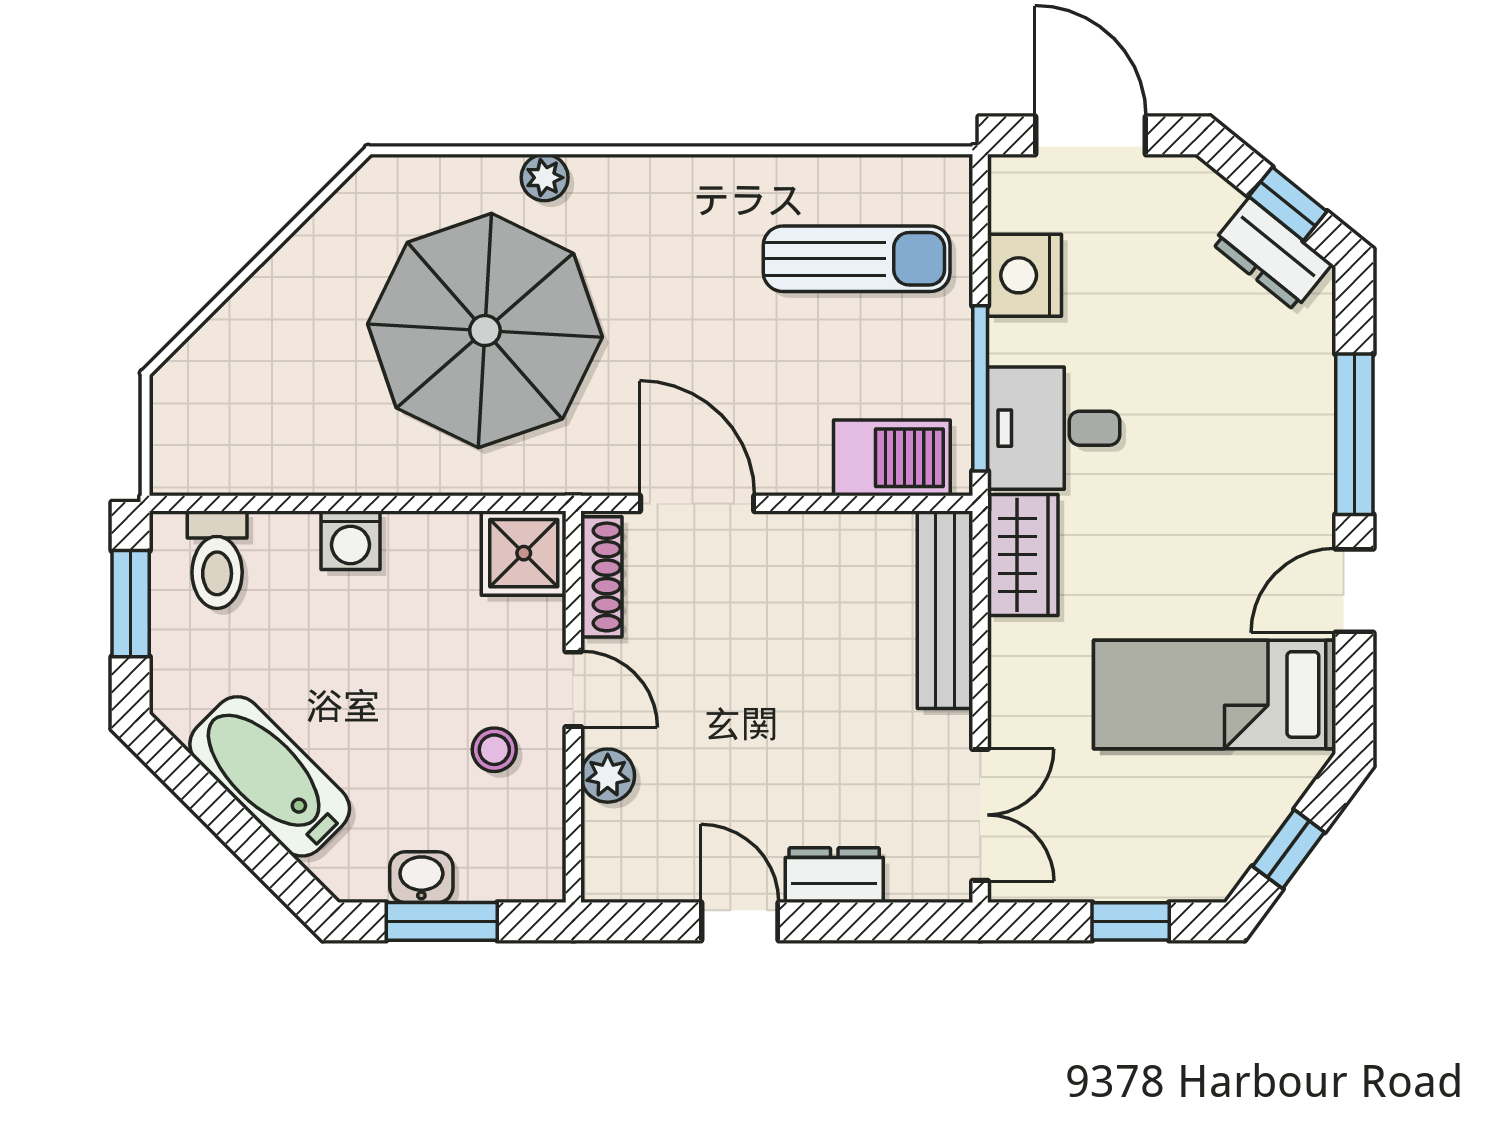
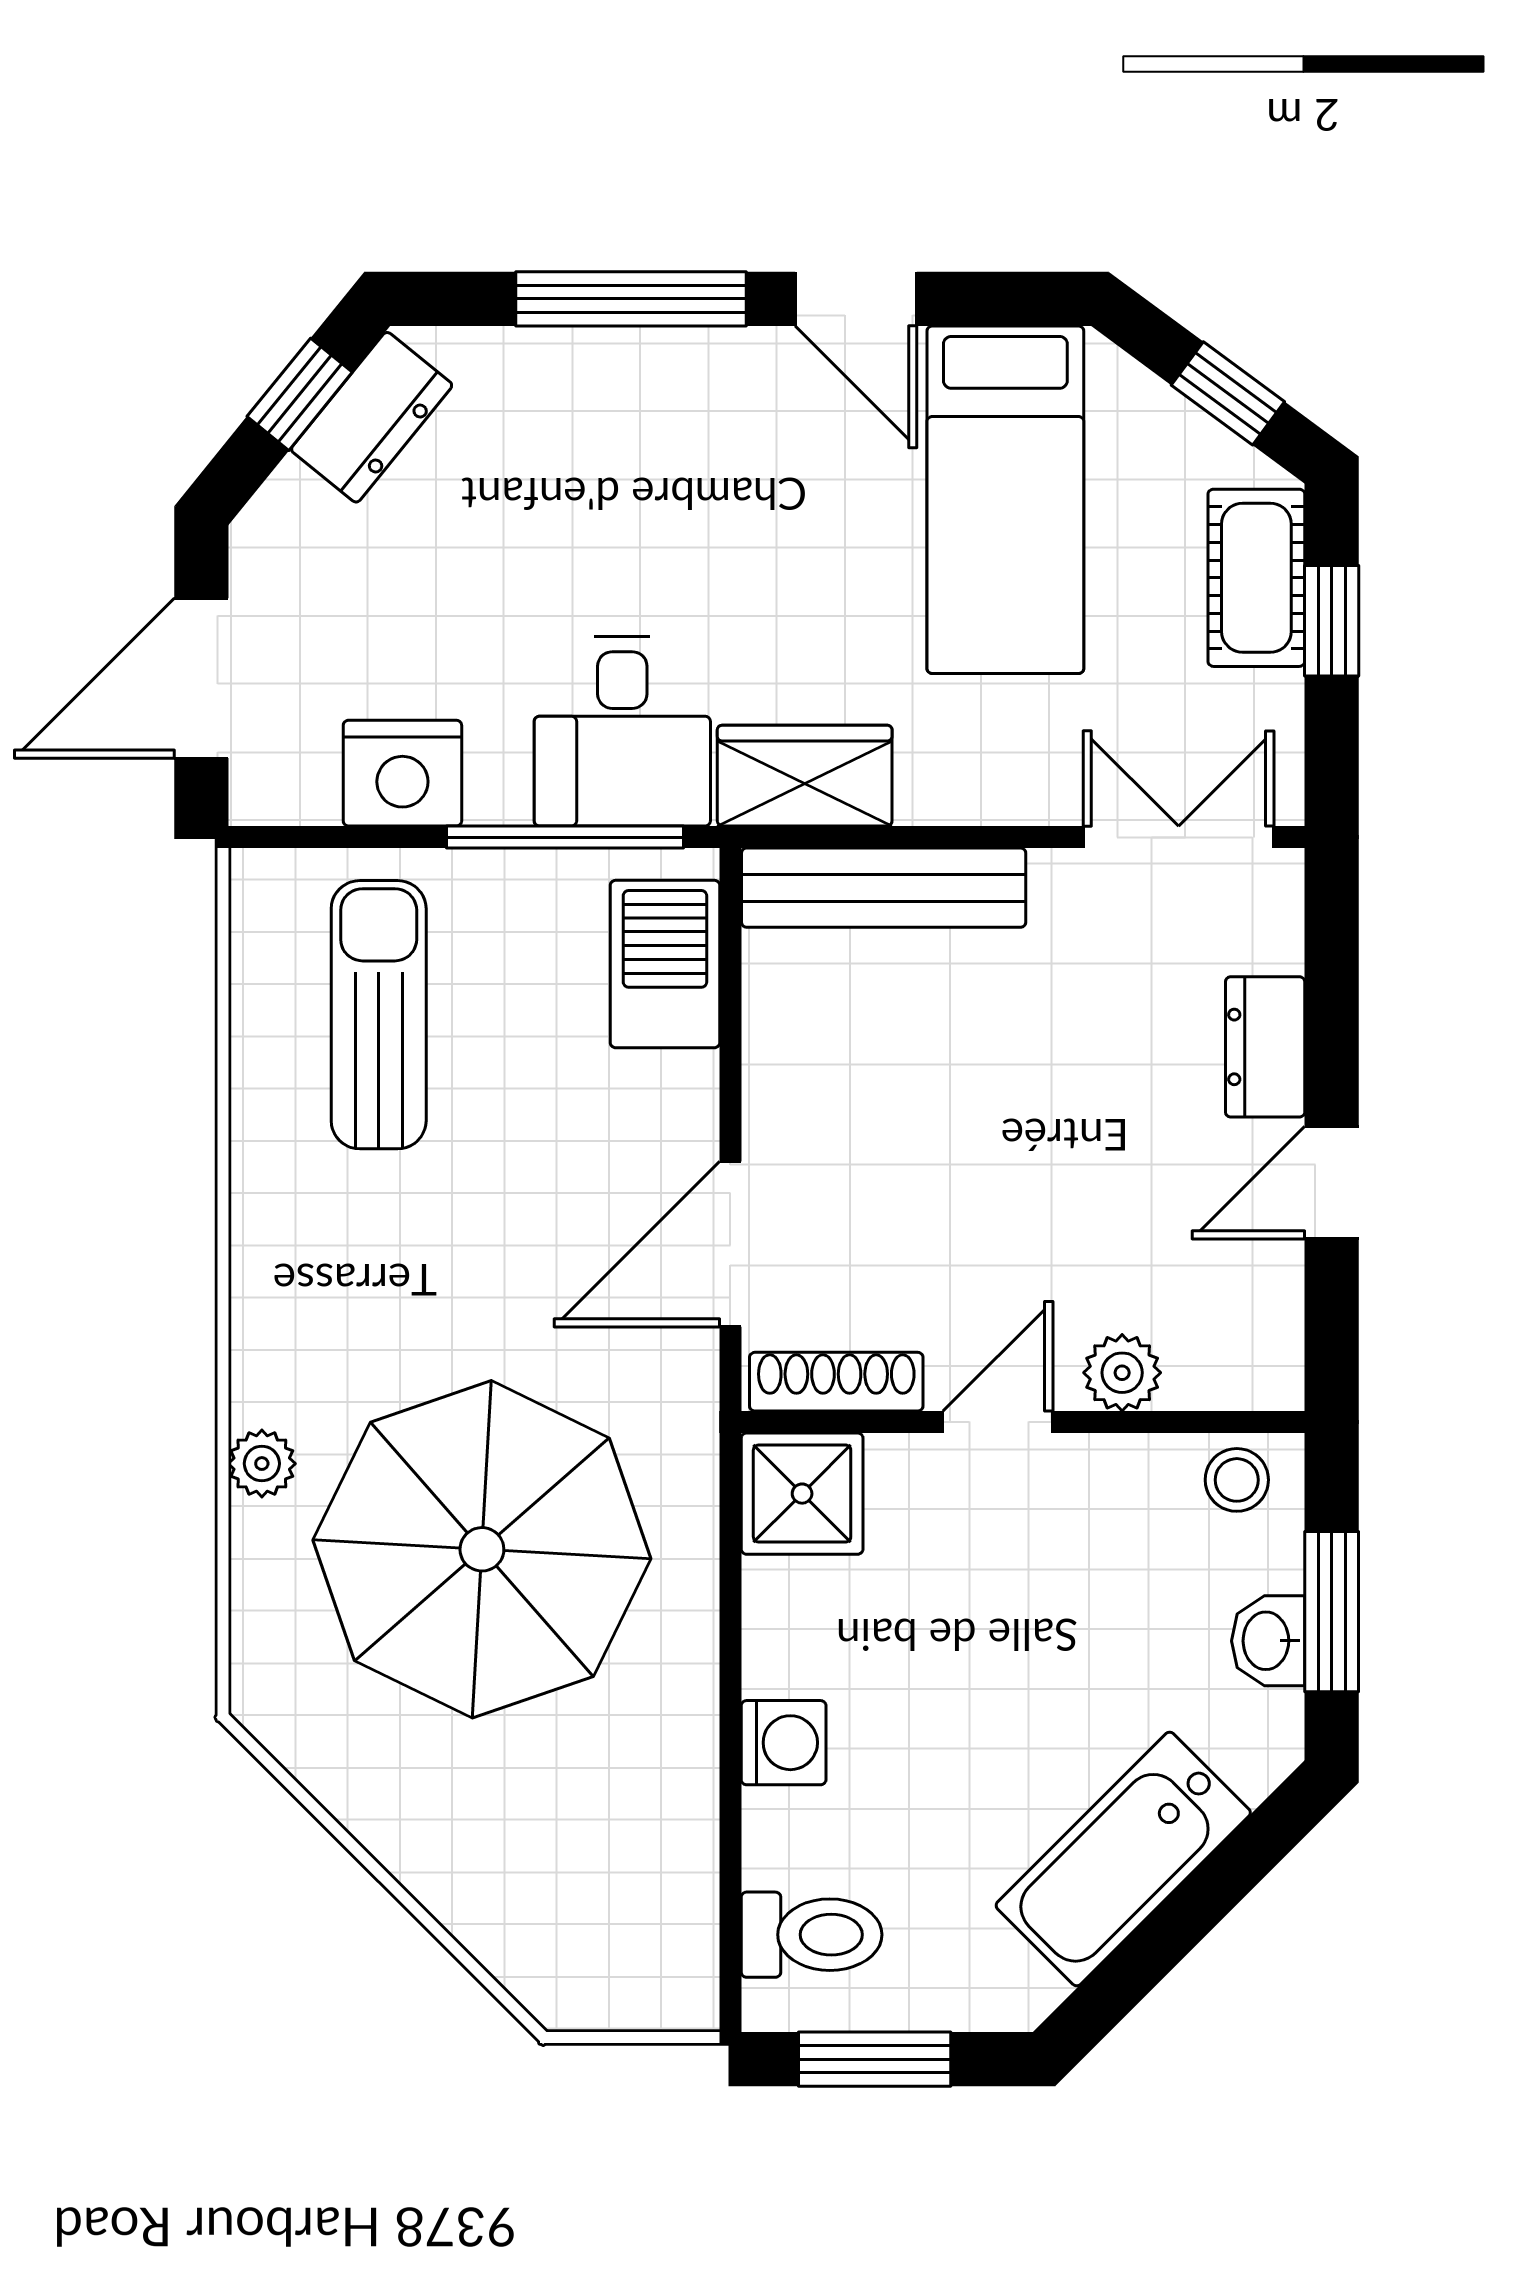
stool: (494, 750) -> (1237, 1480), moved
cot: (1160, 869) -> (1256, 578), added

